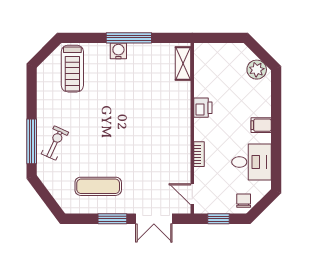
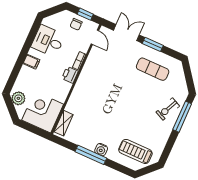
corner desk: (217, 66) -> (43, 112), added
treadmill: (72, 69) -> (135, 151), turned -90
printer: (203, 108) -> (70, 75), moved
chair: (244, 201) -> (76, 24), moved

